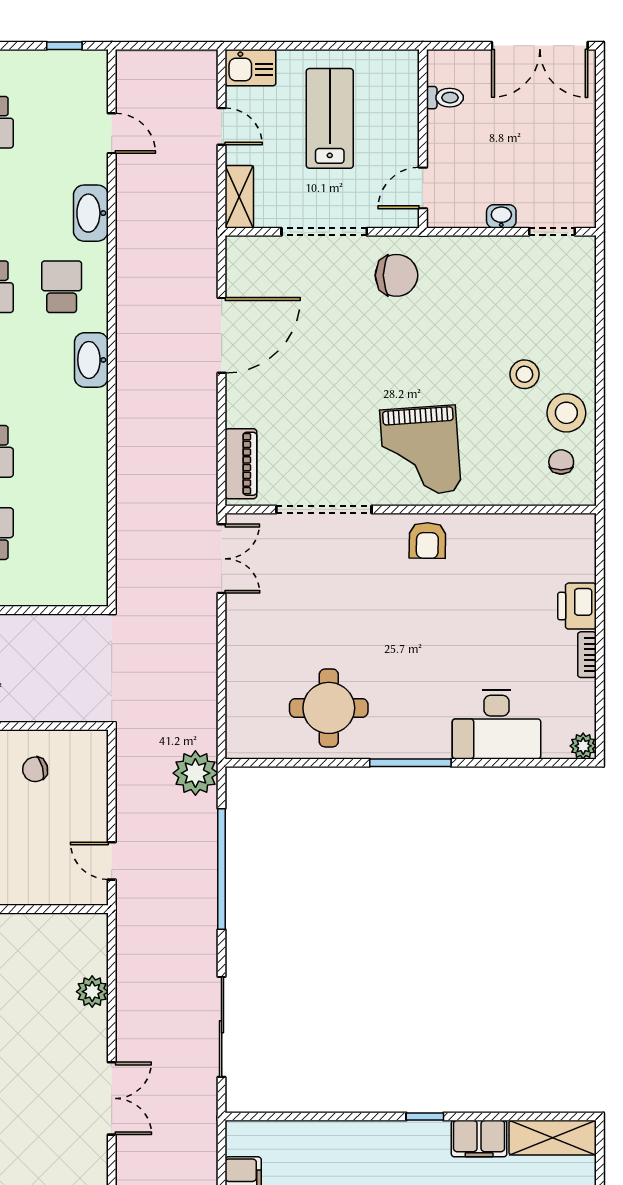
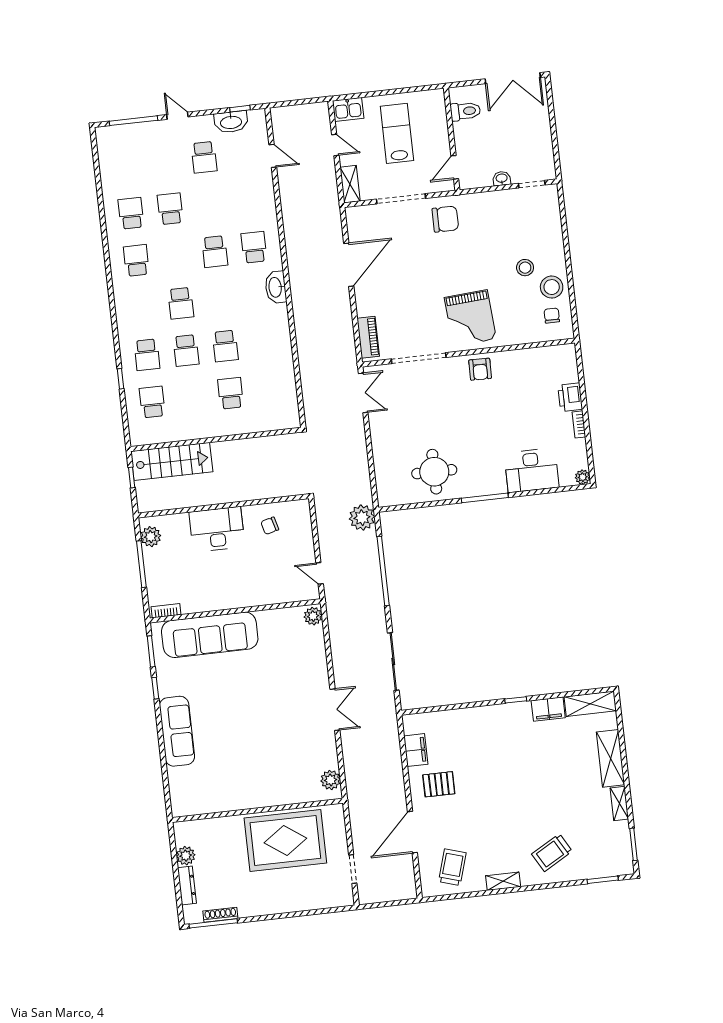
toilet: (445, 98) -> (465, 111), width x1.37, depth x1.39
washbasin: (91, 213) -> (231, 122), moved, turned -90
plant: (92, 992) -> (313, 616), moved

